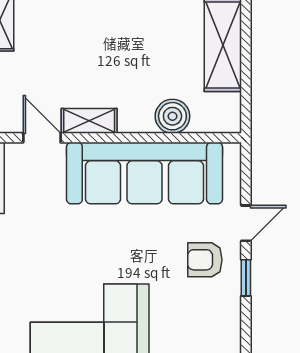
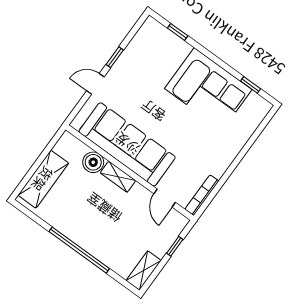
shelving: (89, 121) -> (118, 177), moved
armchair: (205, 260) -> (128, 81), removed

